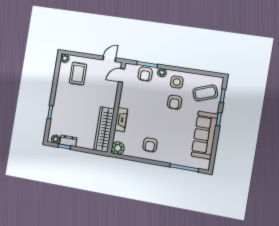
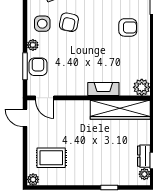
armchair: (145, 74) -> (38, 67), turned -90
armchair: (175, 102) -> (69, 22), turned 102
armchair: (150, 145) -> (128, 27), moved

